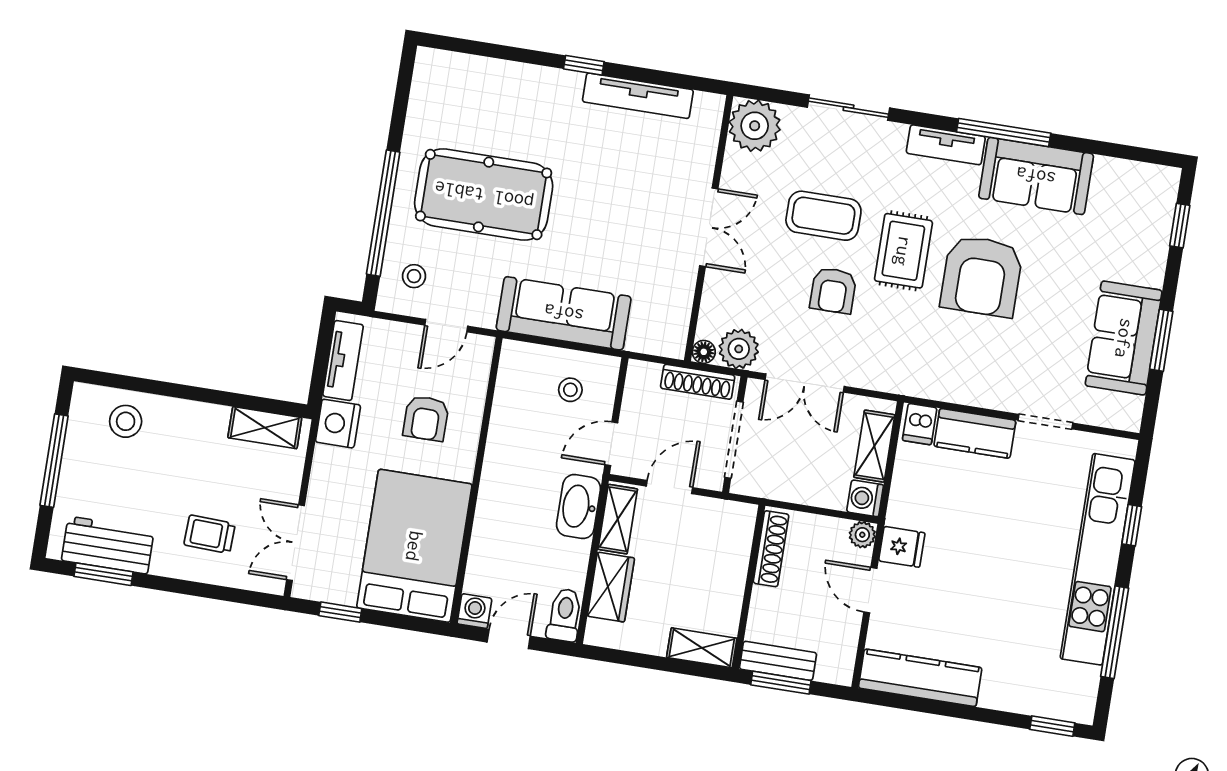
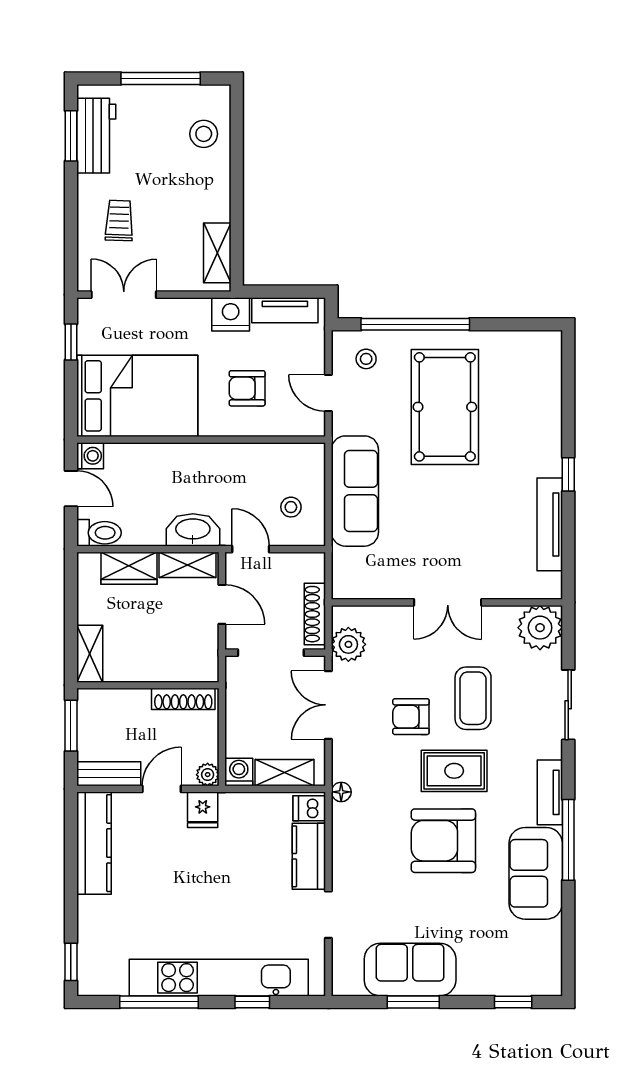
floor lamp: (704, 352) -> (341, 792), moved
bench: (778, 661) -> (109, 774), moved, turned 90

